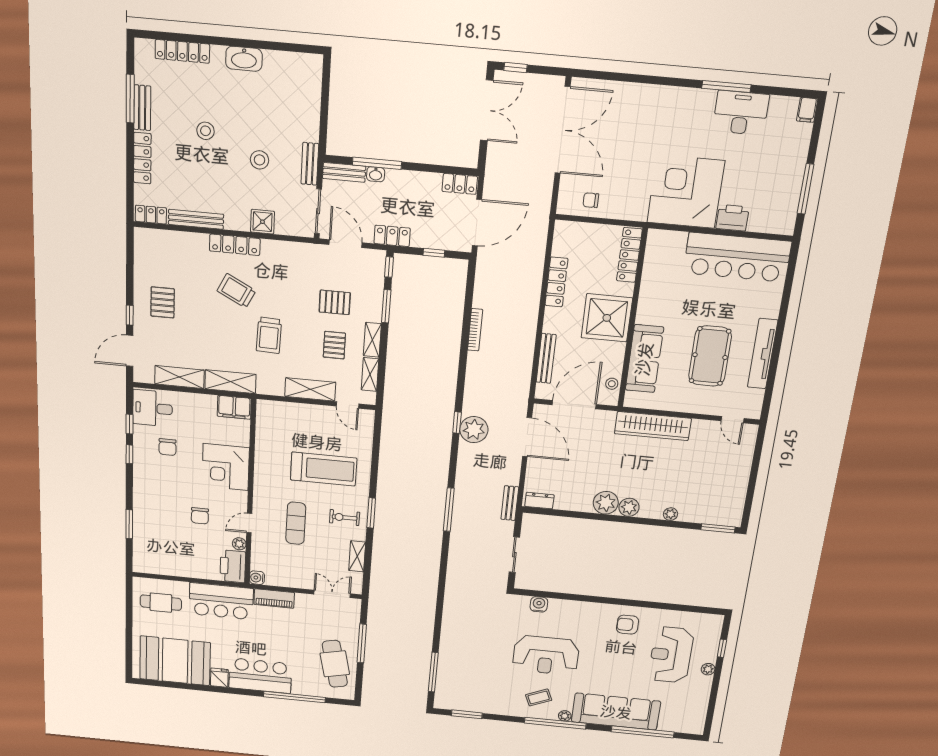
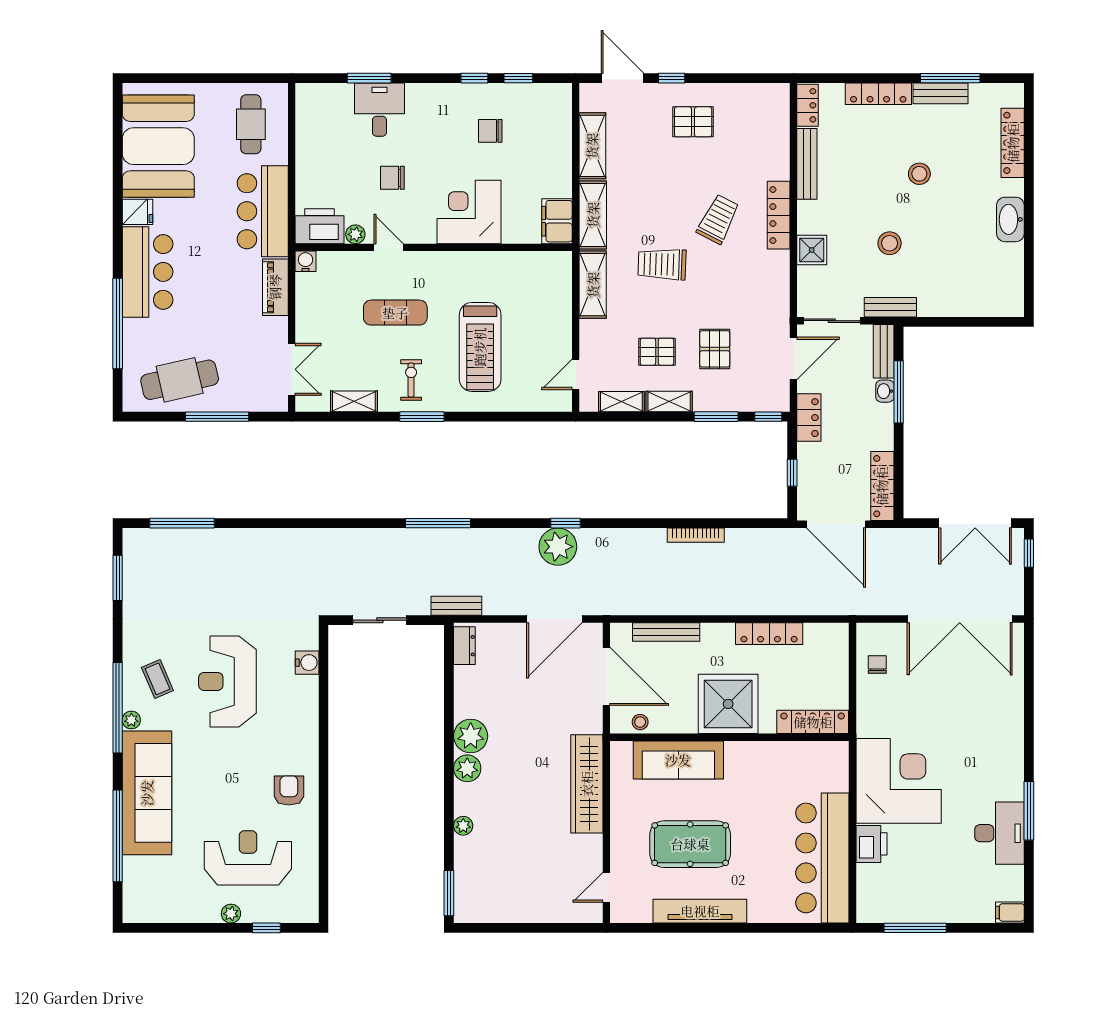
locker: (460, 184) -> (882, 486), width x1.53
shelving: (310, 389) -> (593, 285), moved
desk: (152, 408) -> (379, 110), moved

